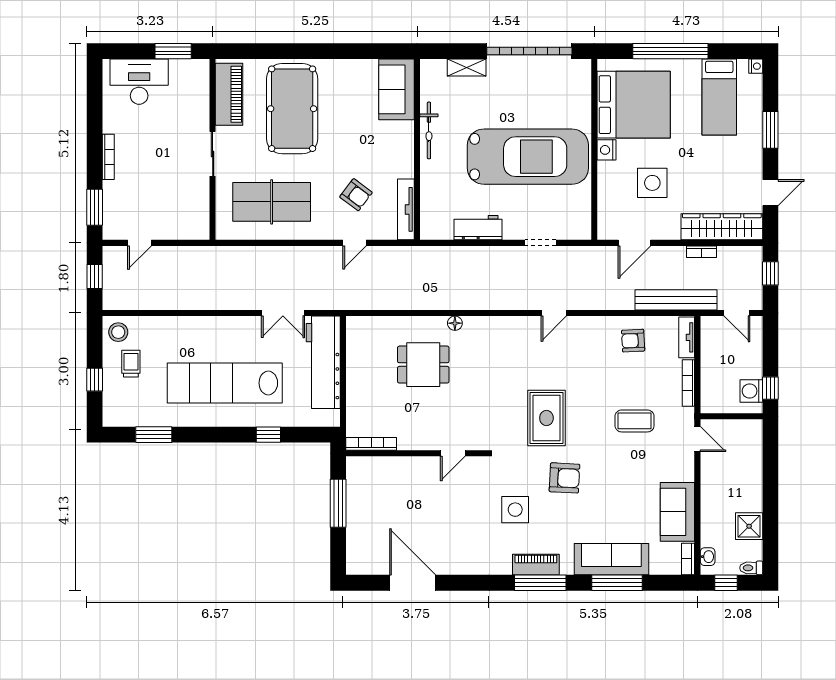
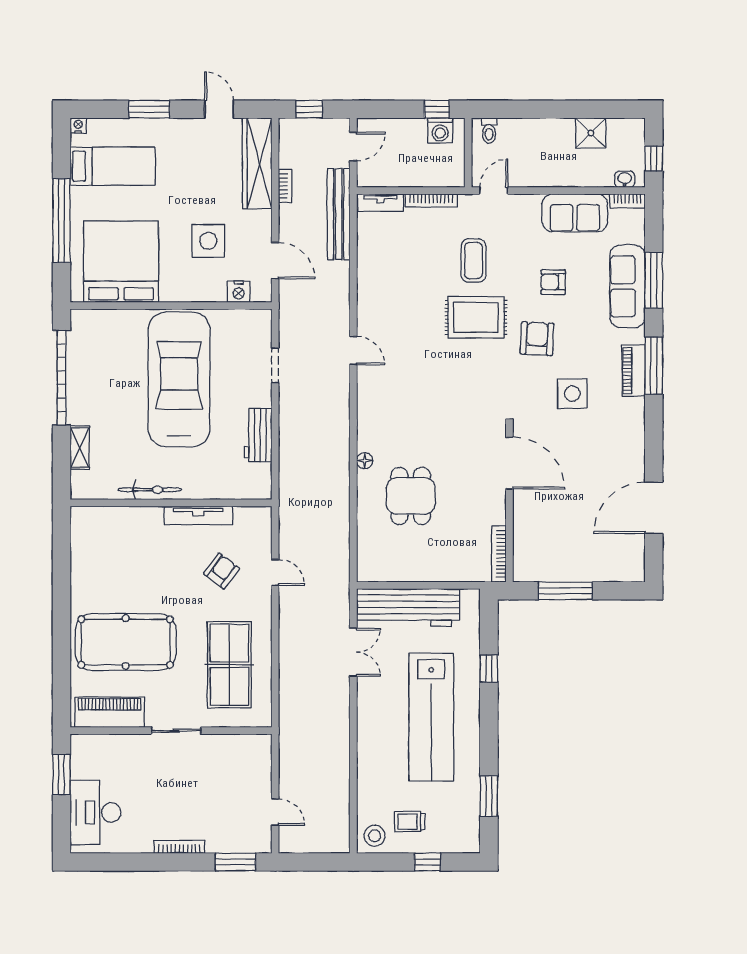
sofa: (396, 89) -> (104, 526), removed
nightstand: (607, 150) -> (239, 292), moved
tv unit: (406, 209) -> (198, 515), moved
window: (95, 277) -> (313, 862), removed
armchair: (633, 341) -> (553, 282), moved, turned 93
rug: (546, 418) -> (476, 317), moved
door: (453, 453) -> (509, 463), width x1.88
toilet: (751, 568) -> (489, 131), moved

